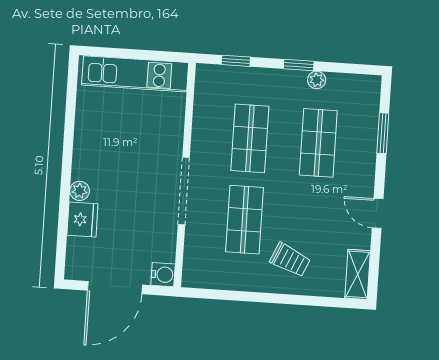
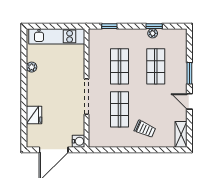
window: (299, 65) -> (154, 26), moved
window: (383, 133) -> (189, 73), moved
plant: (80, 191) -> (32, 67), moved

